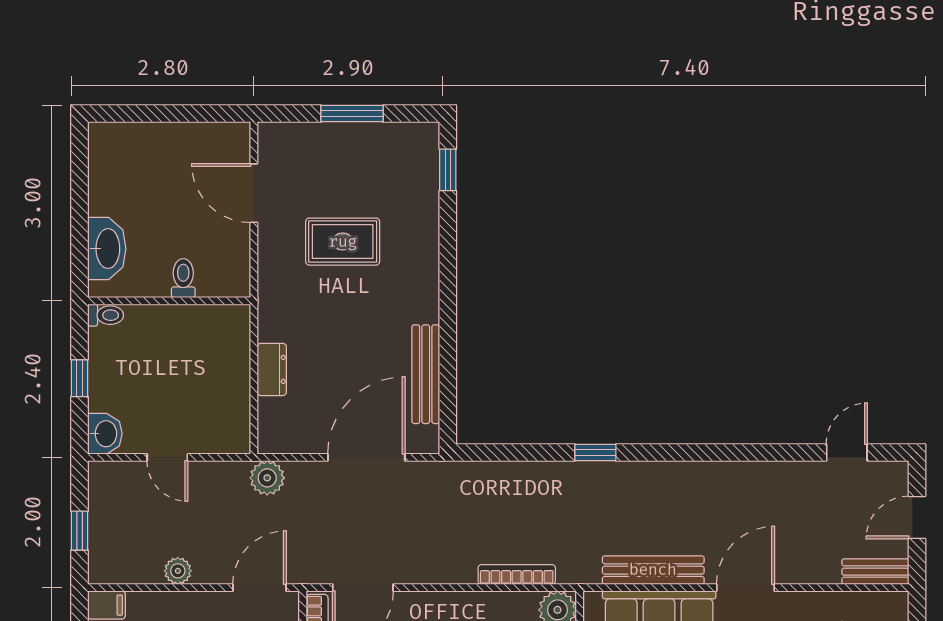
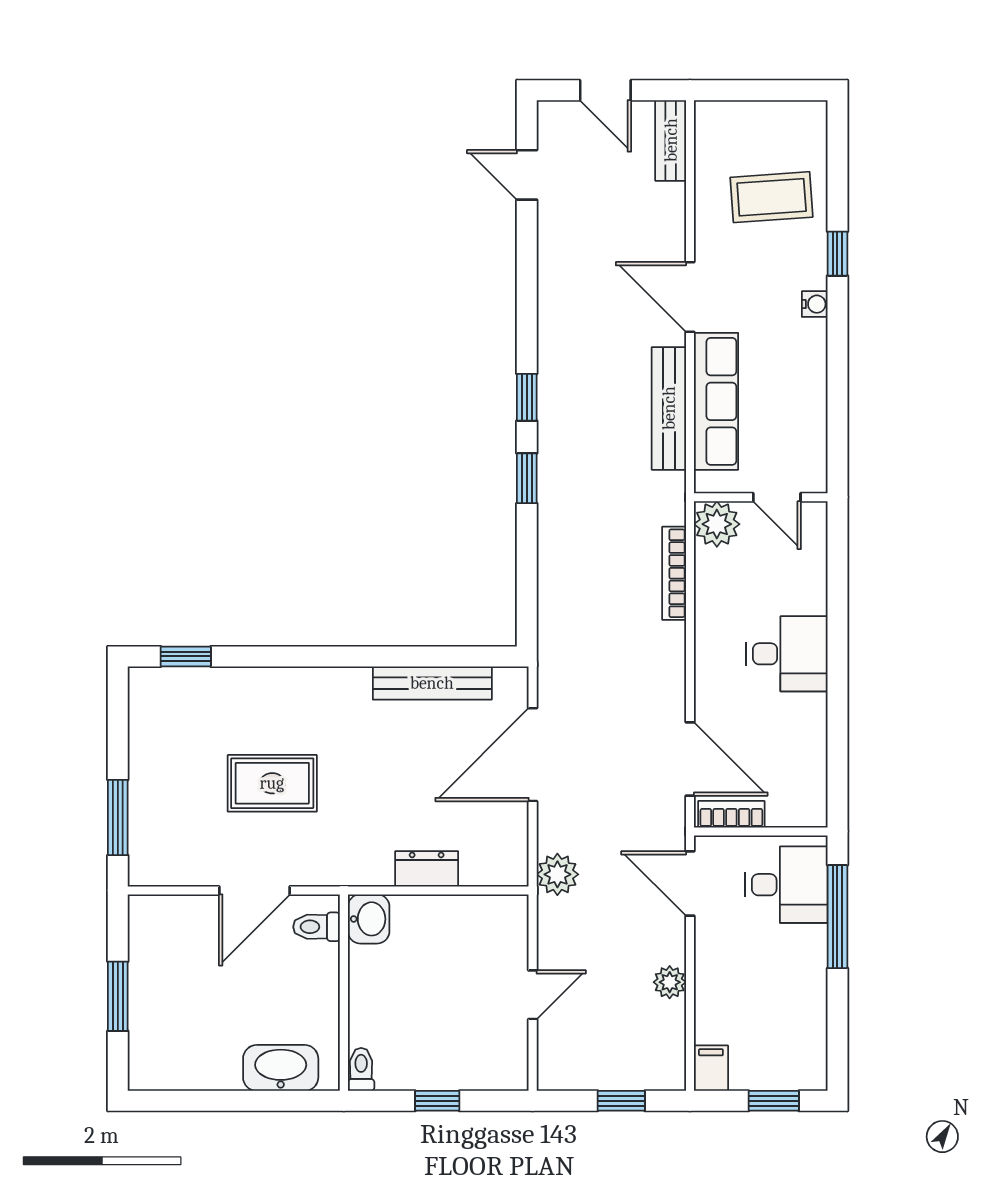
window: (166, 114) -> (118, 996), added
window: (352, 114) -> (118, 817), moved
door: (254, 193) -> (255, 890), moved
rug: (343, 242) -> (272, 783), turned 90
toilet: (183, 278) -> (316, 927), moved
washbasin: (105, 434) -> (369, 919), moved, turned 90
window: (663, 452) -> (527, 397), added
door: (366, 457) -> (533, 755), hinge flipped

